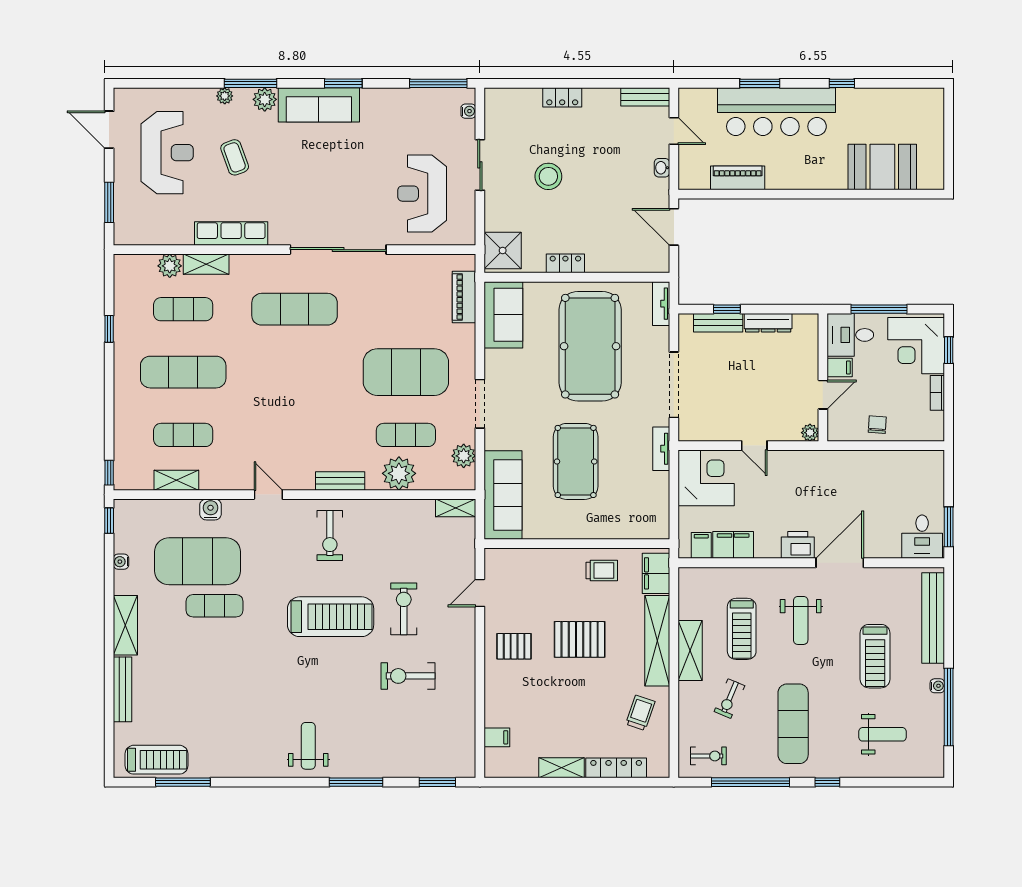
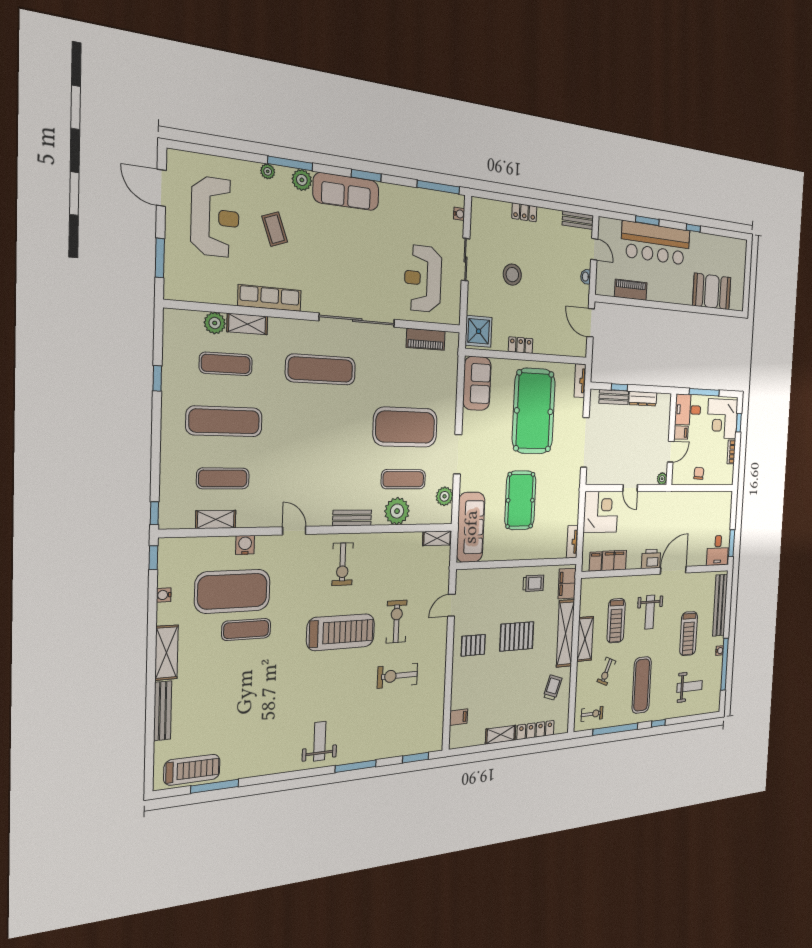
piano: (464, 297) -> (426, 339), moved, turned -90
tv unit: (661, 449) -> (572, 542), moved

